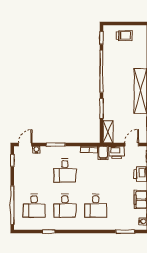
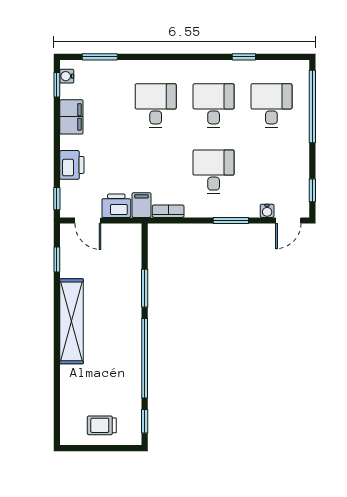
shelving: (108, 132) -> (132, 245), removed
door: (132, 145) -> (88, 221), hinge flipped

